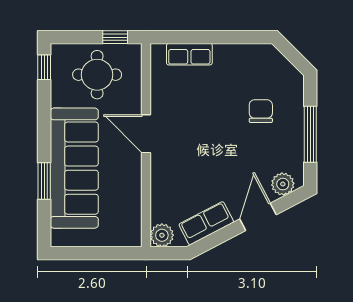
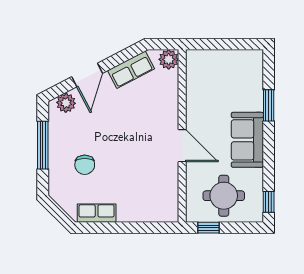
row of seats: (189, 54) -> (97, 213), moved
sofa: (74, 168) -> (247, 140), width x0.54, depth x0.79

